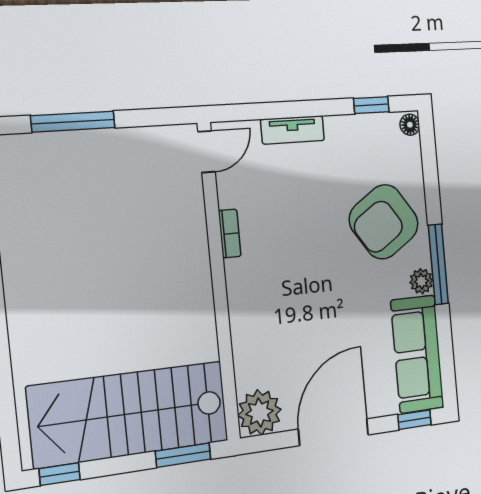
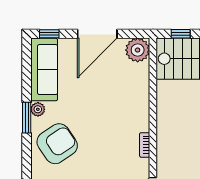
window: (438, 264) -> (27, 118), width x0.69
window: (183, 455) -> (181, 34), width x0.67

